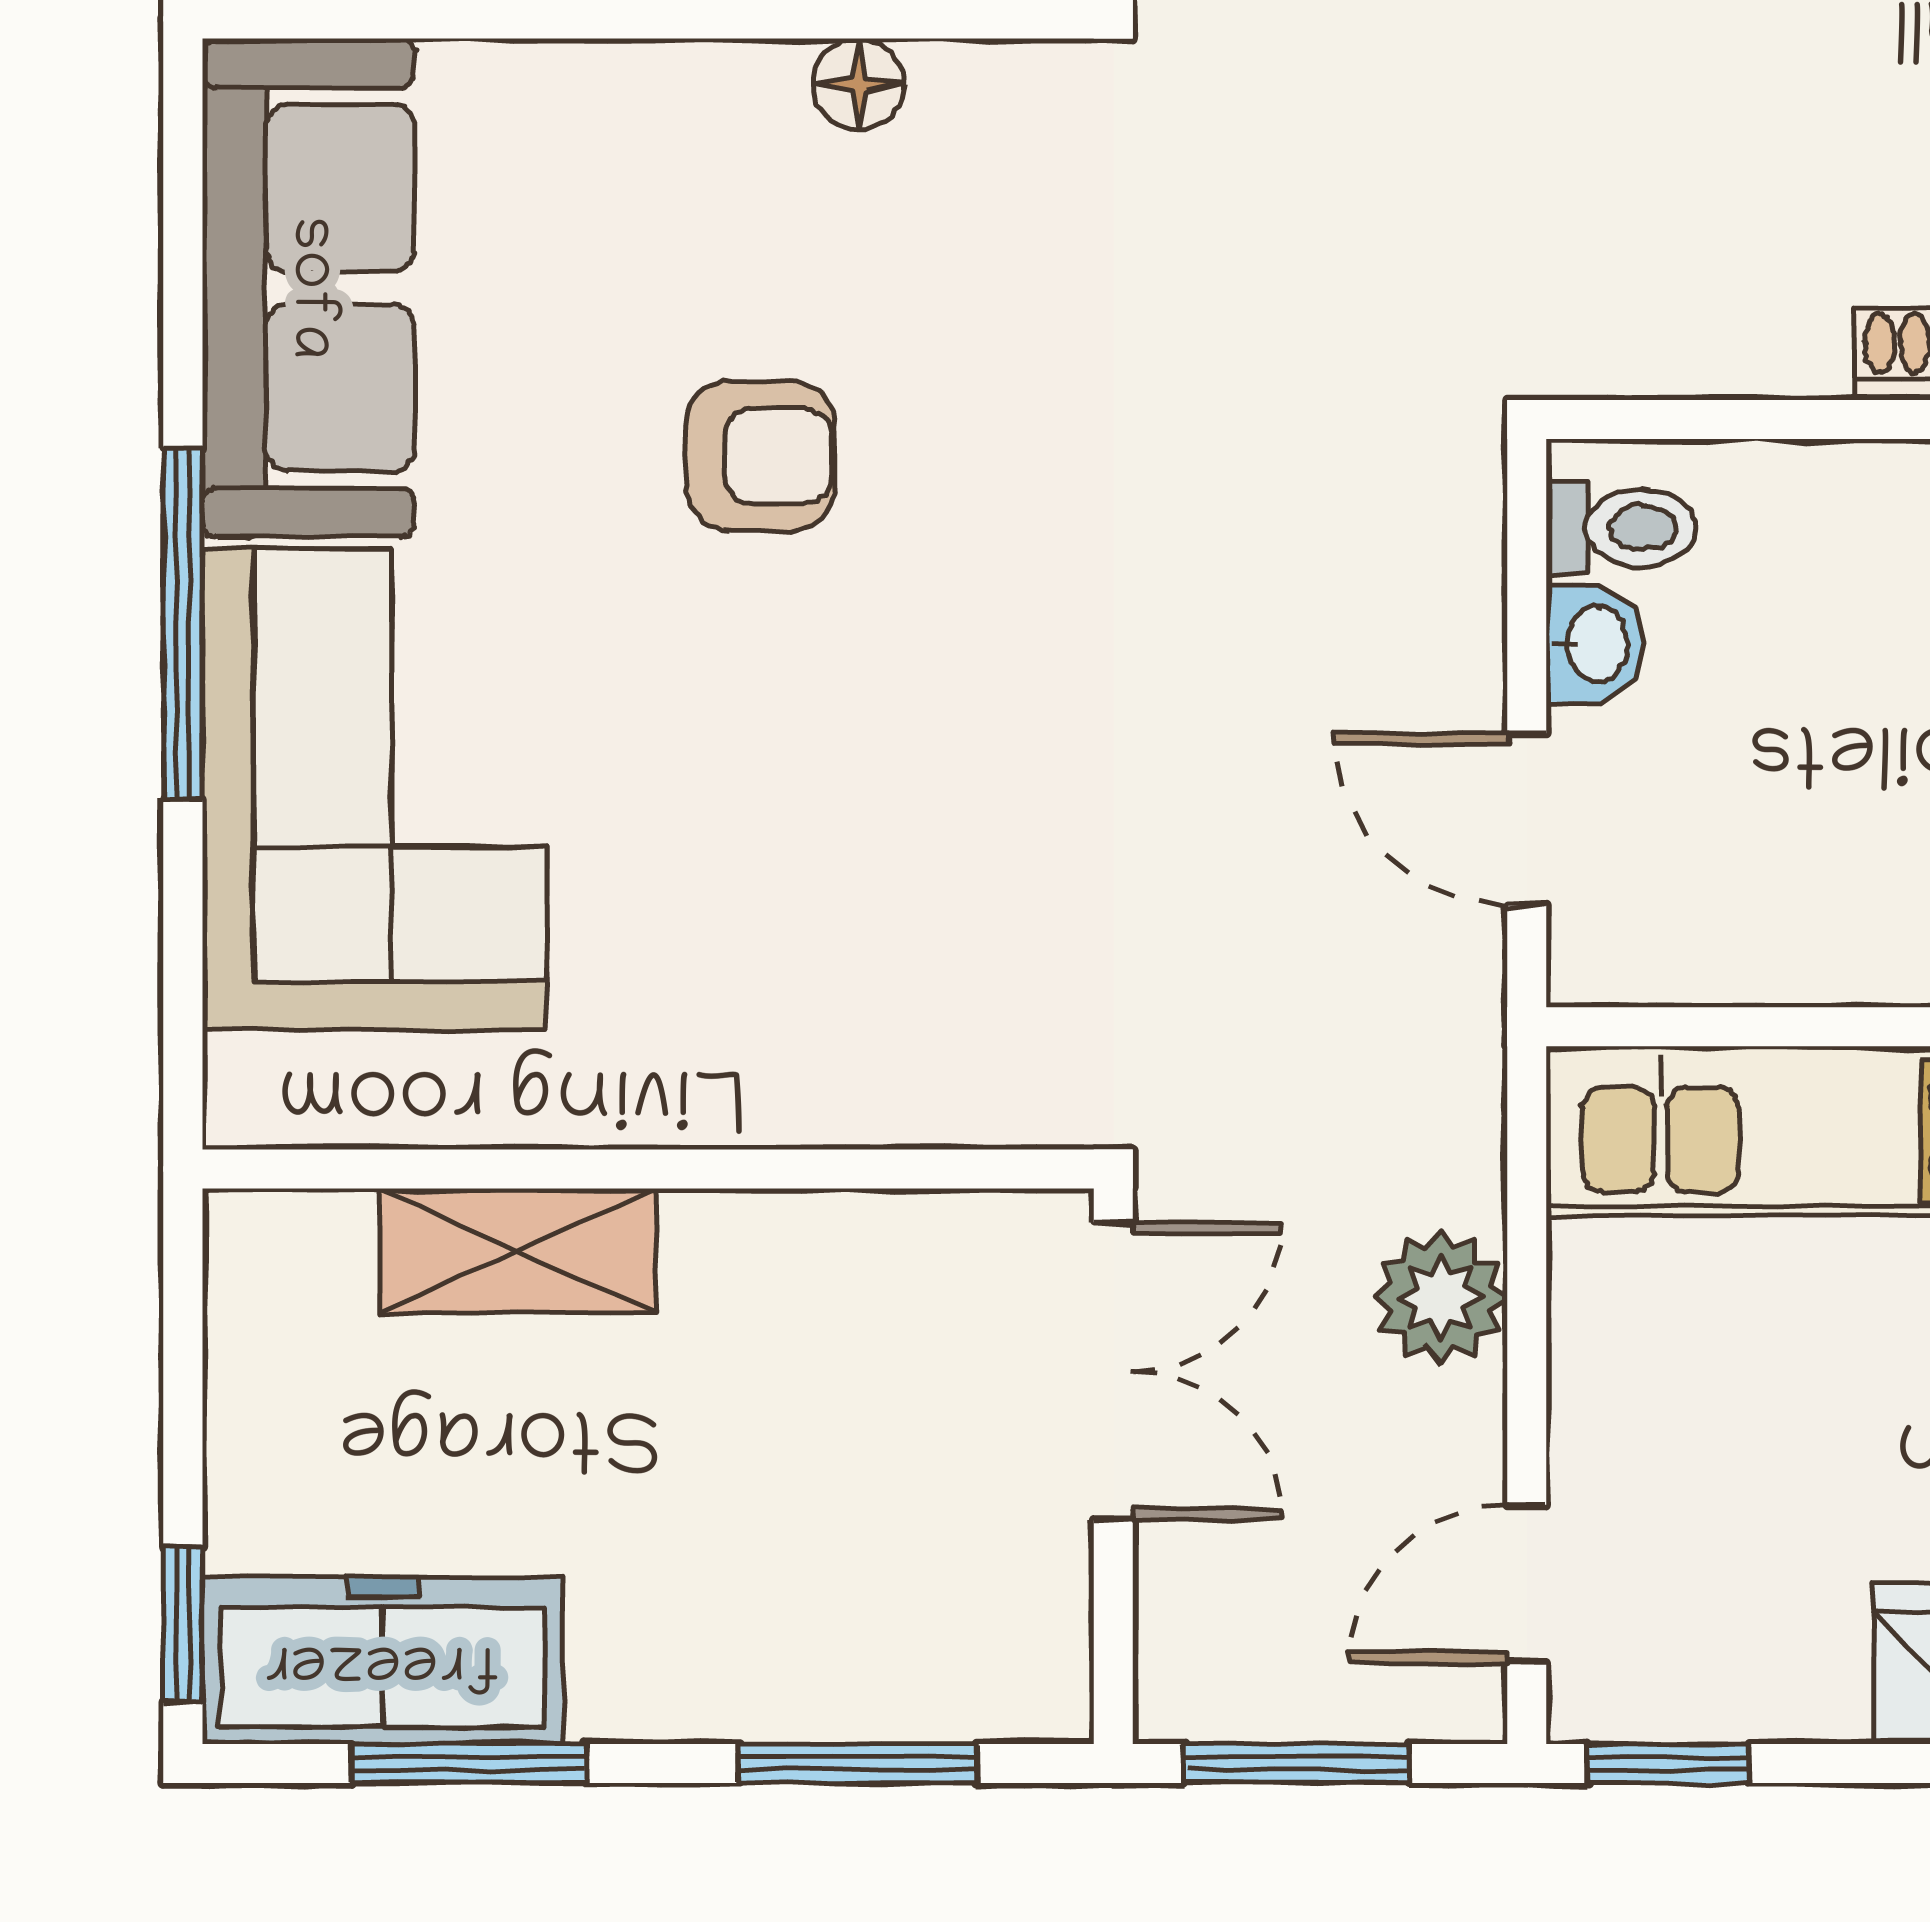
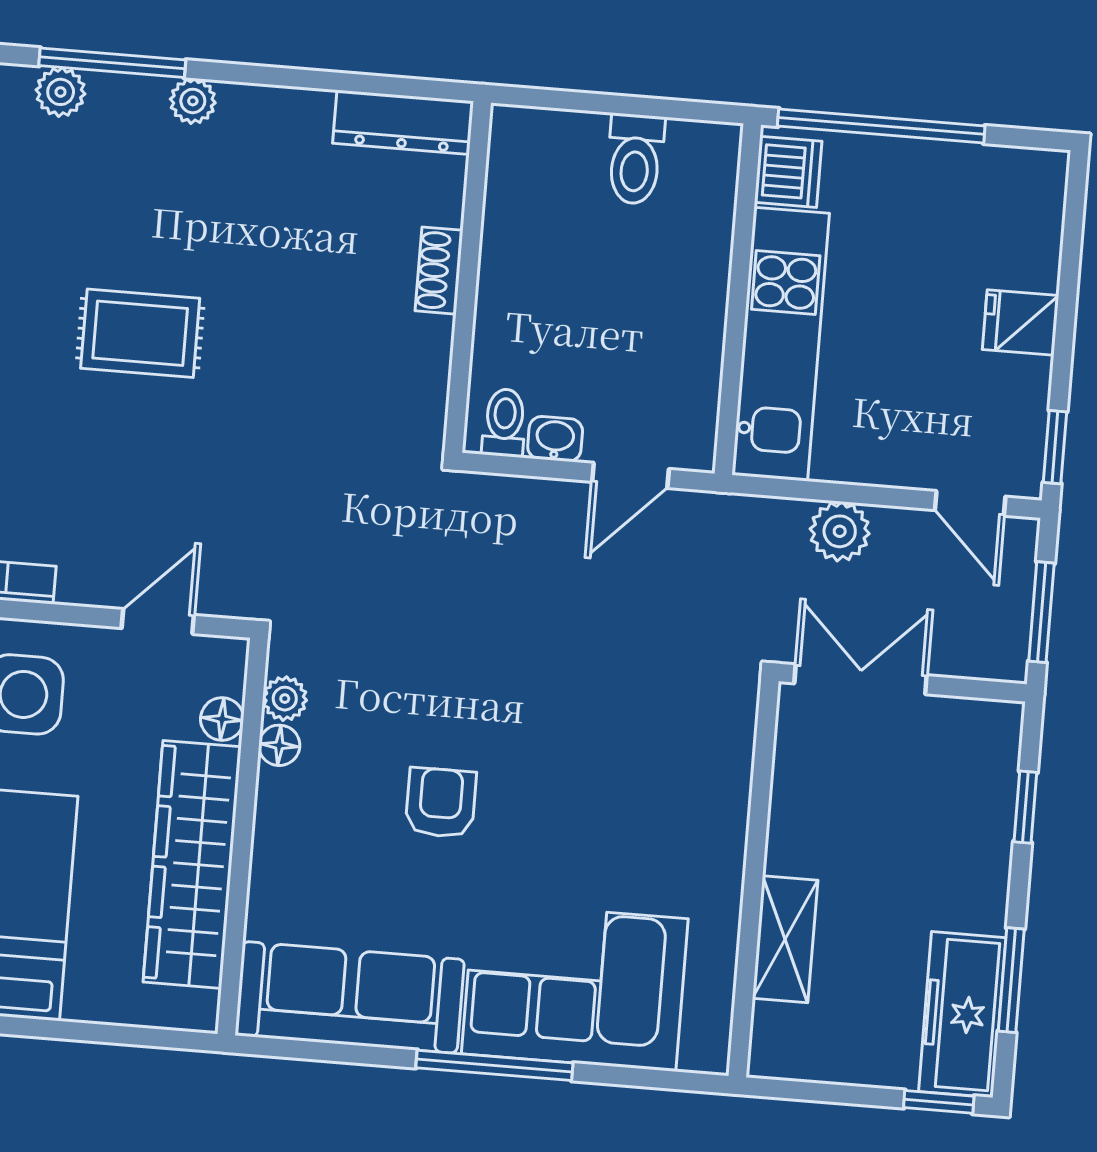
plant: (964, 88) -> (285, 699), added
window: (858, 1763) -> (1025, 807), width x0.67

